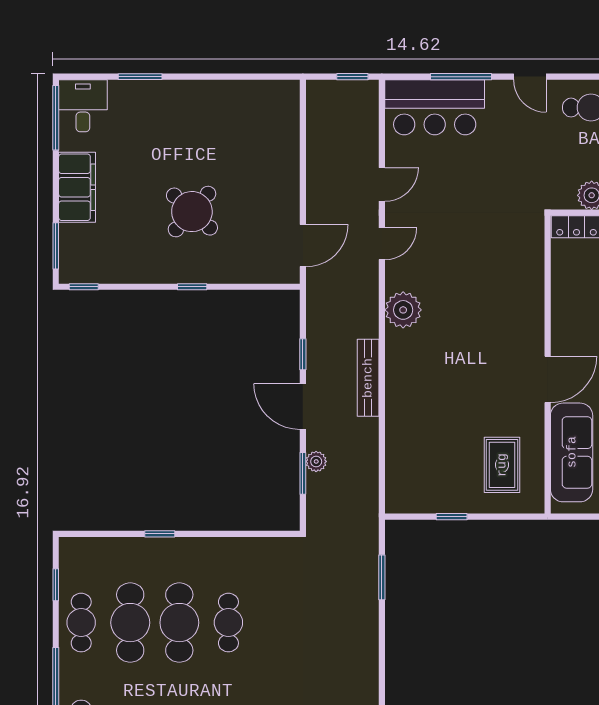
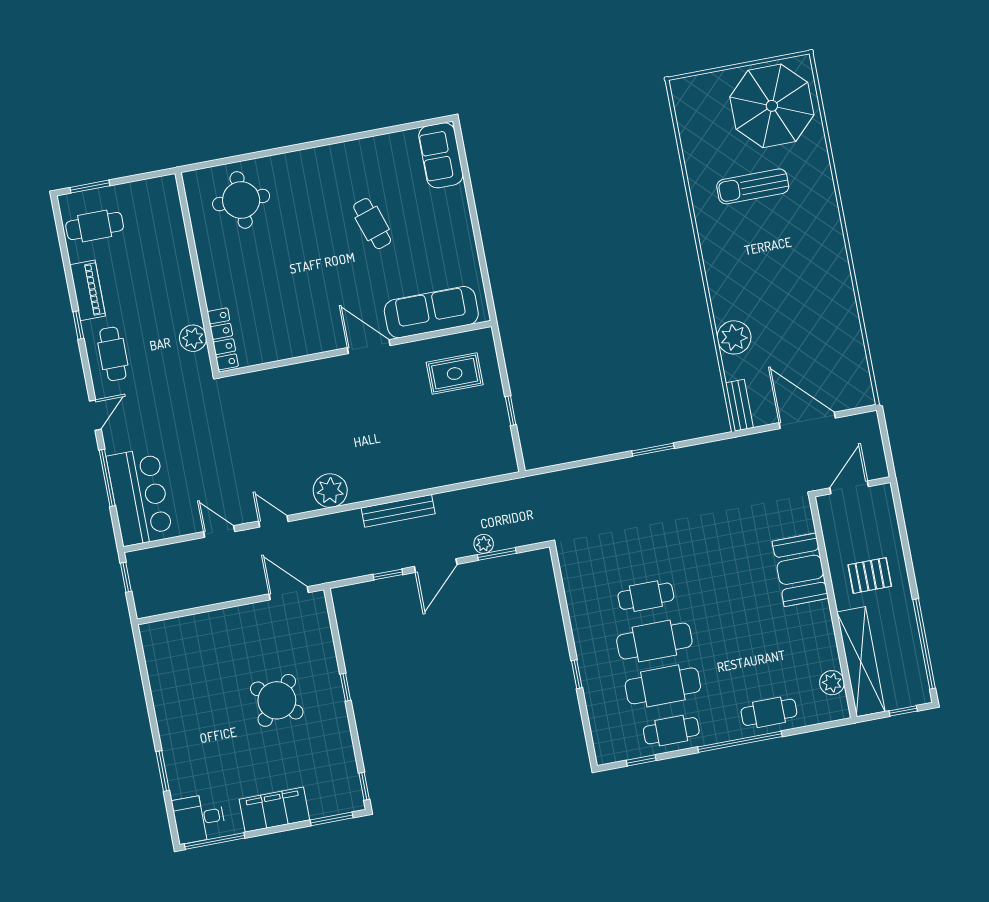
window: (382, 577) -> (653, 450), moved

